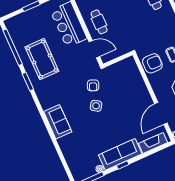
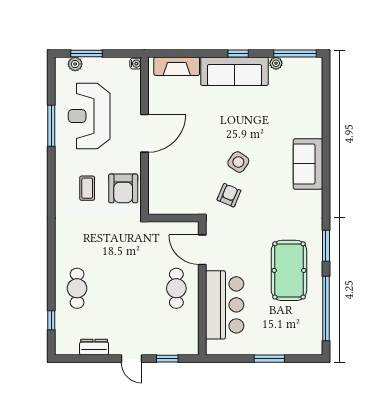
armchair: (152, 63) -> (123, 188), turned -90
door: (161, 113) -> (145, 133), moved

